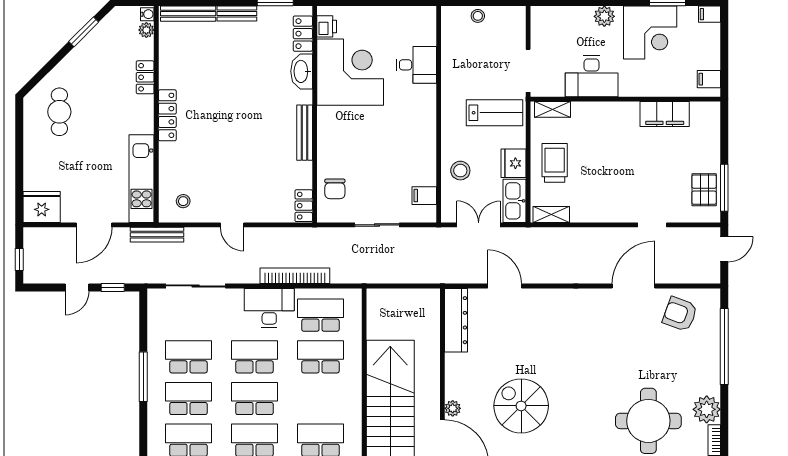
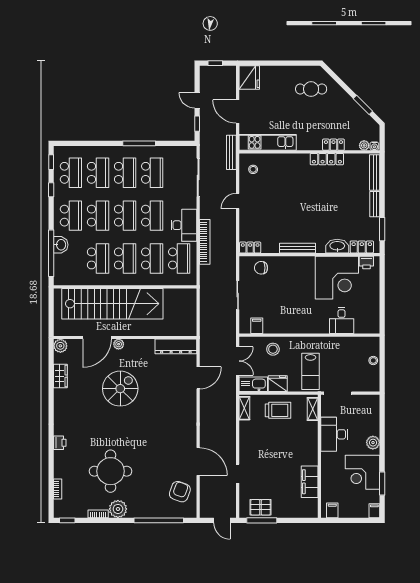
locker: (167, 115) -> (327, 159), moved
school desk: (320, 399) -> (125, 258), added

